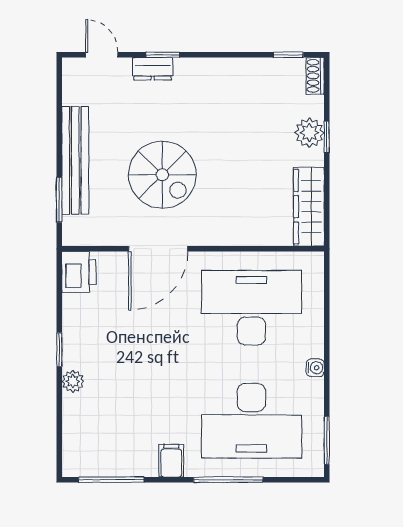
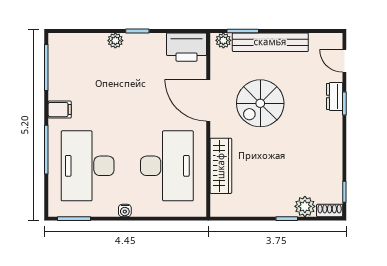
door: (102, 55) -> (344, 61), swing flipped
plant: (309, 133) -> (305, 206), moved
wardrobe: (309, 207) -> (221, 166), moved, turned 90
plant: (73, 227) -> (223, 40), added
printer: (79, 272) -> (187, 47), width x1.37, depth x1.19

